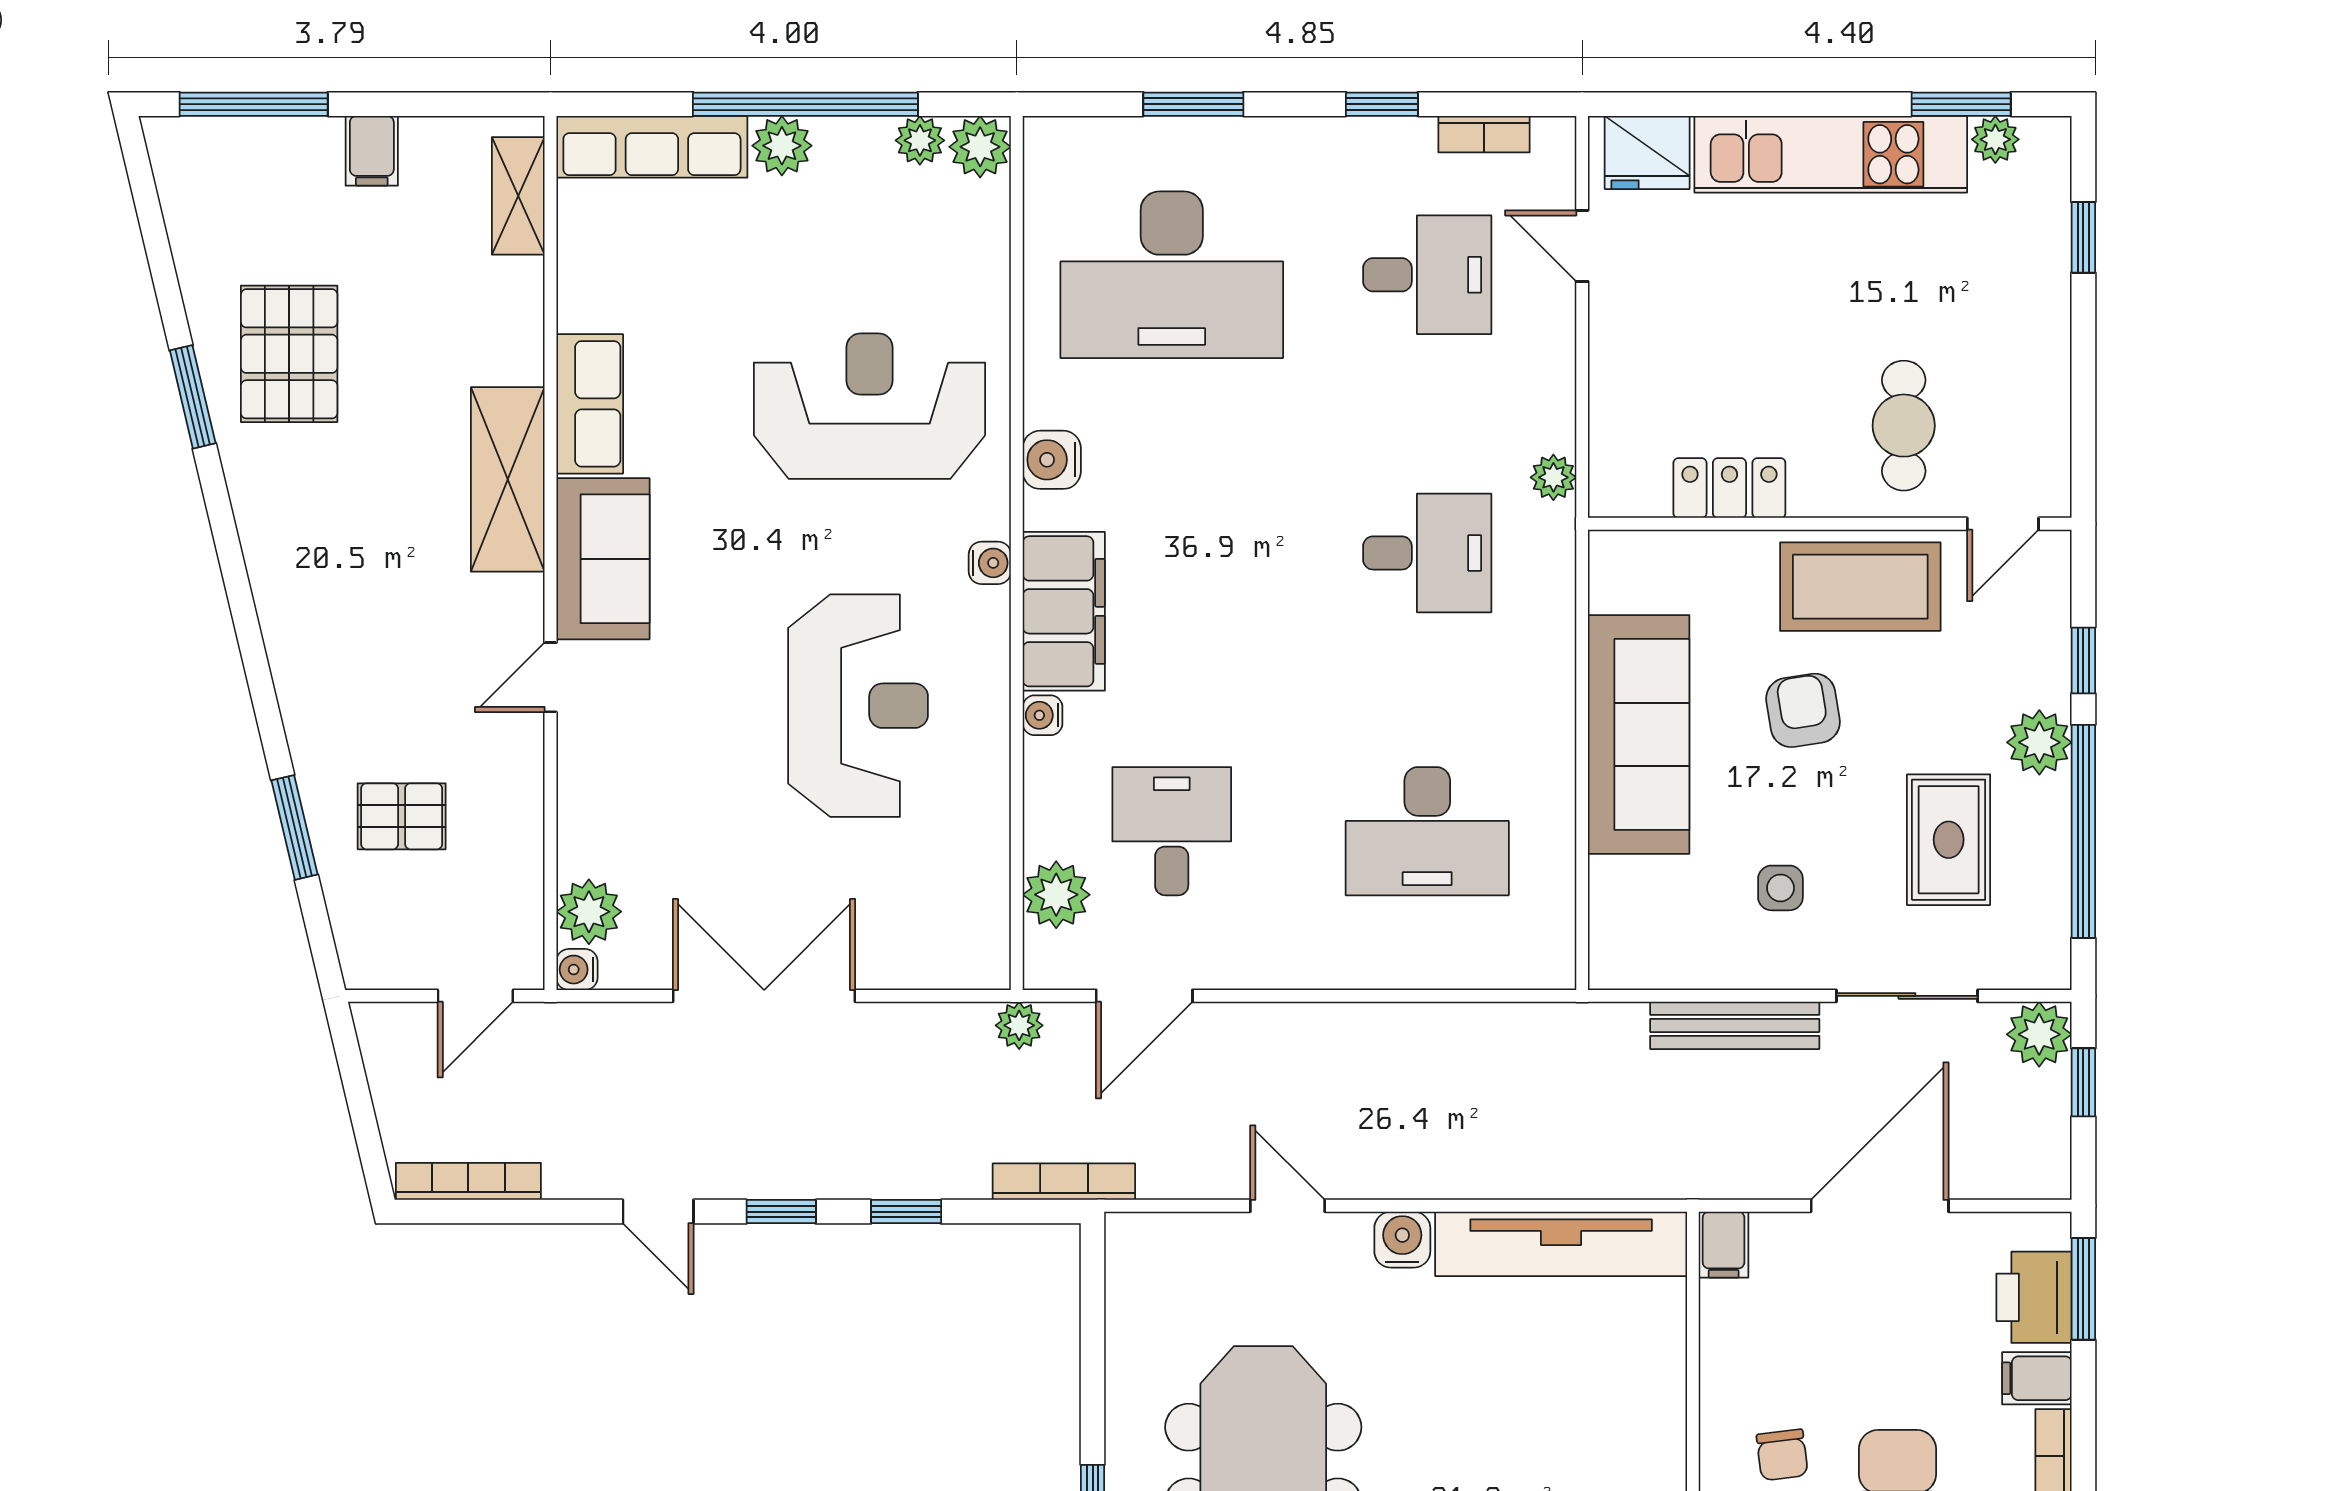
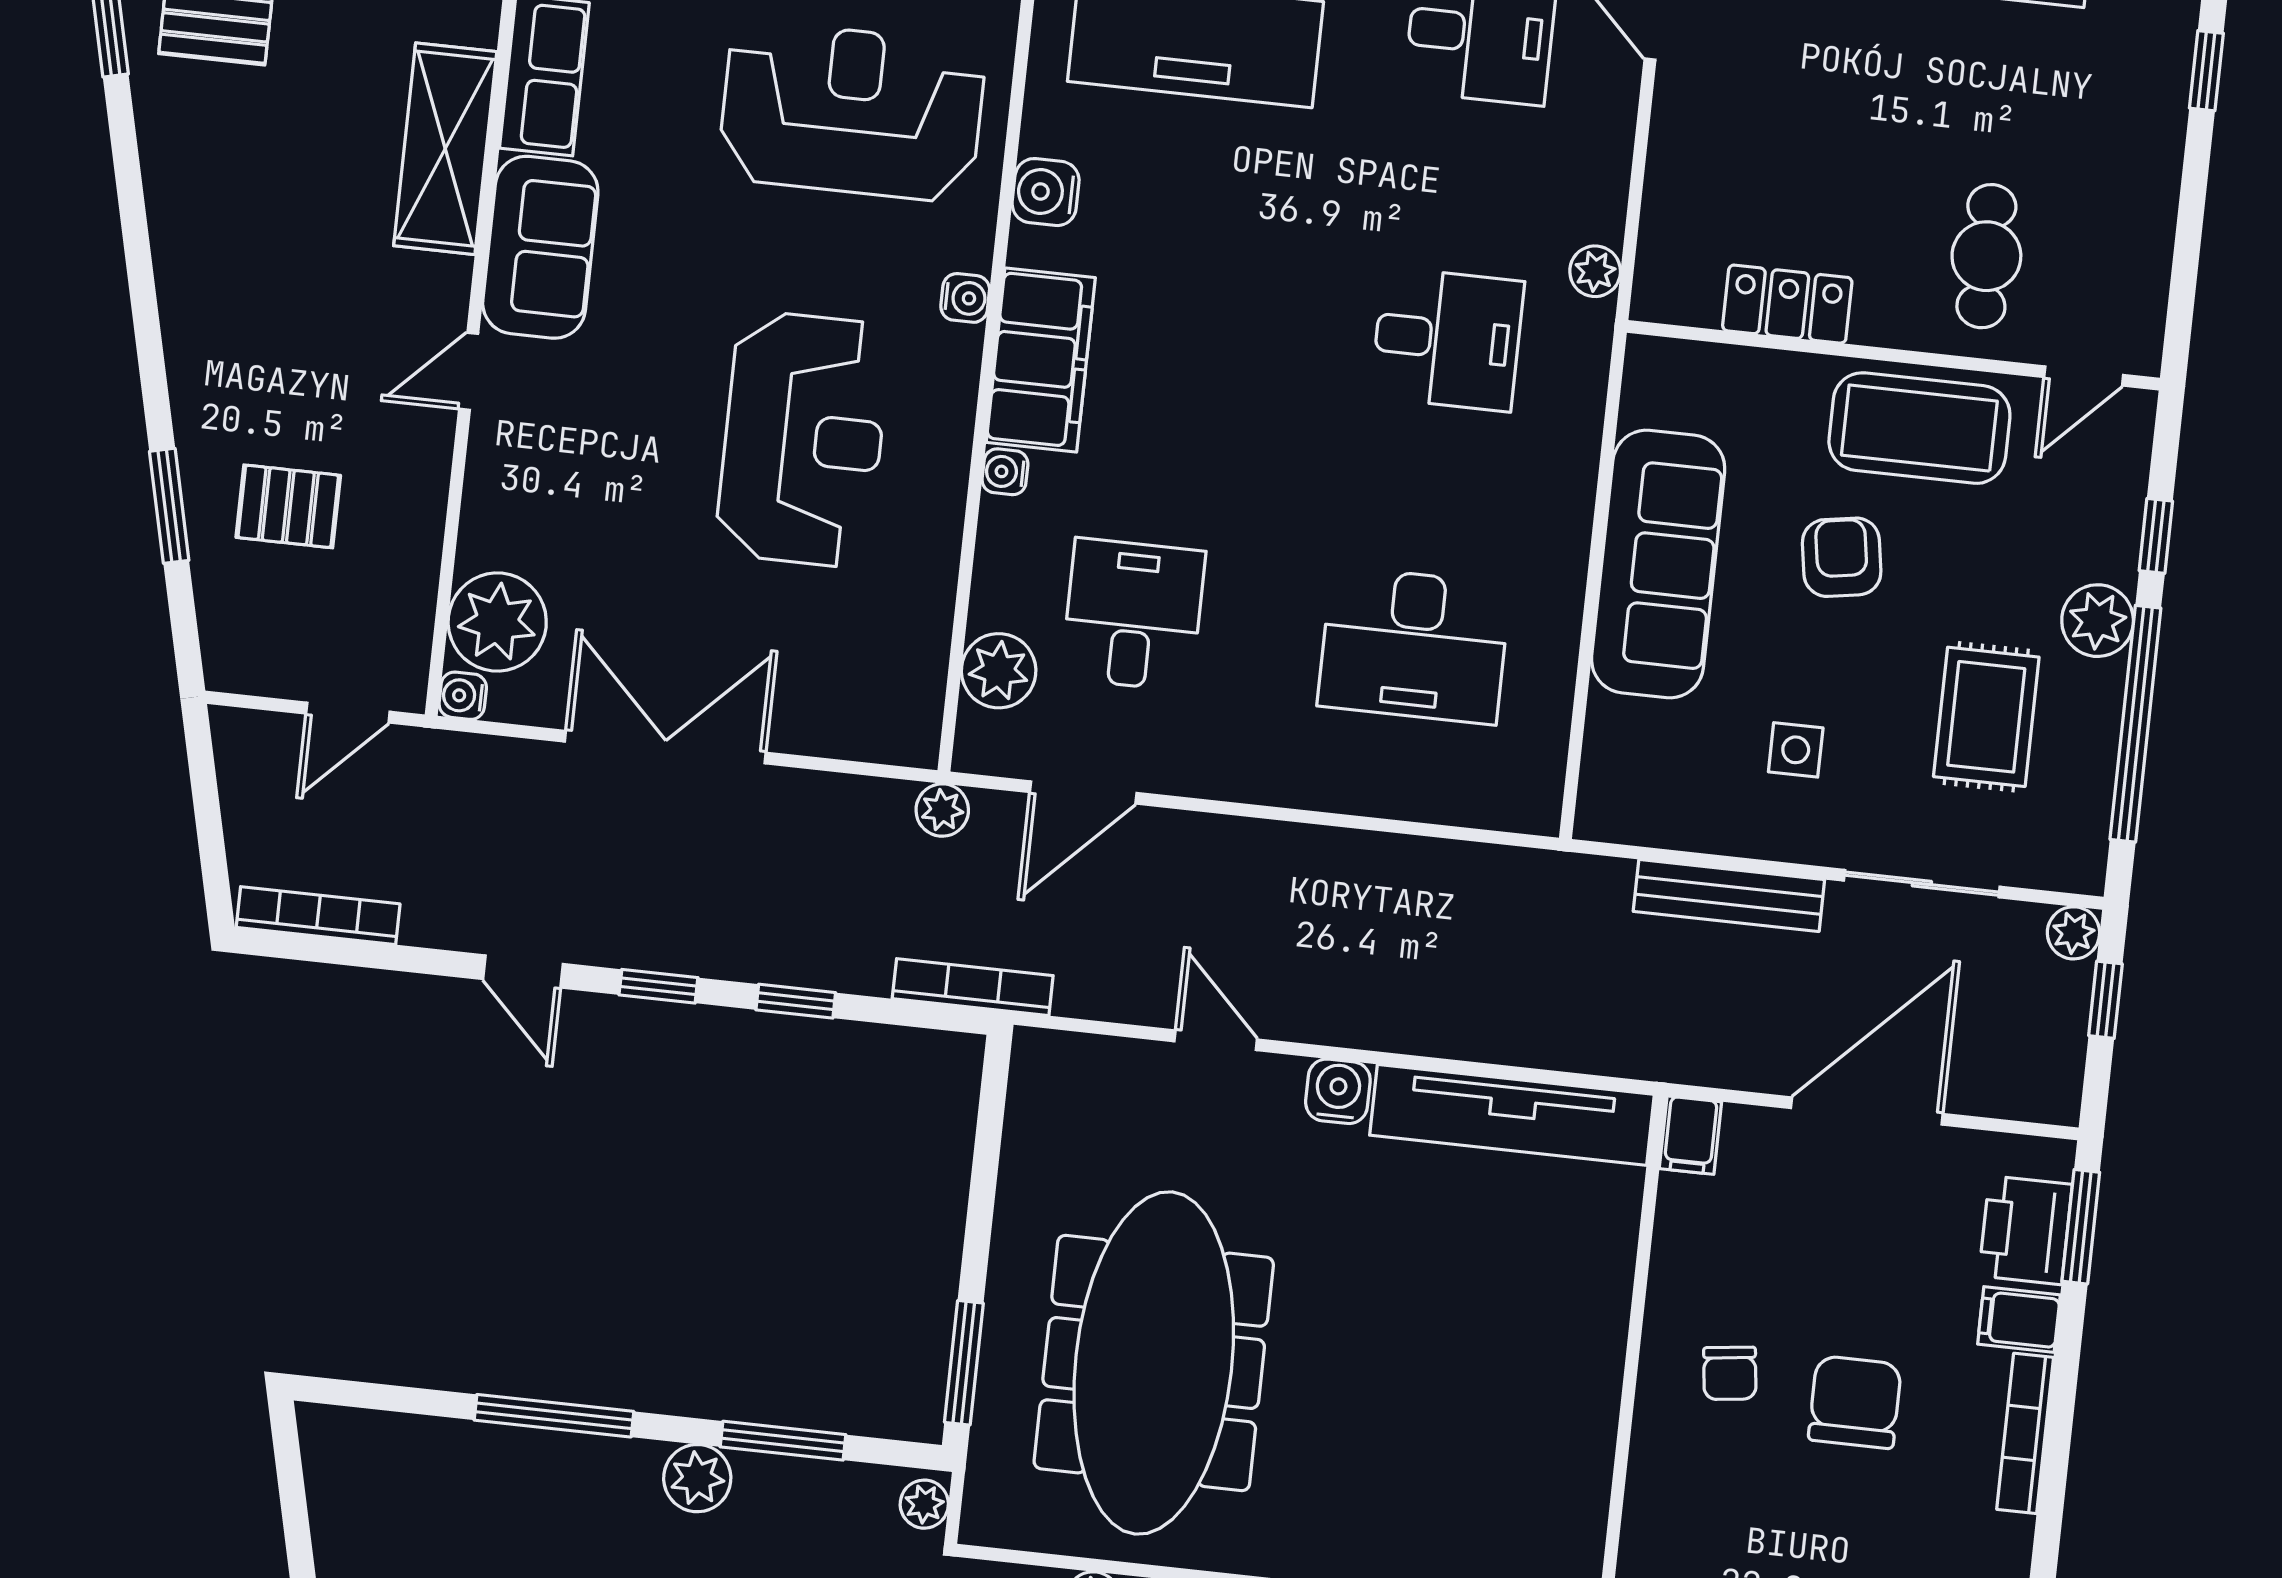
plant: (589, 912) -> (497, 622), width x1.36, depth x1.36
plant: (2039, 1034) -> (2073, 933), width x0.73, depth x0.73

